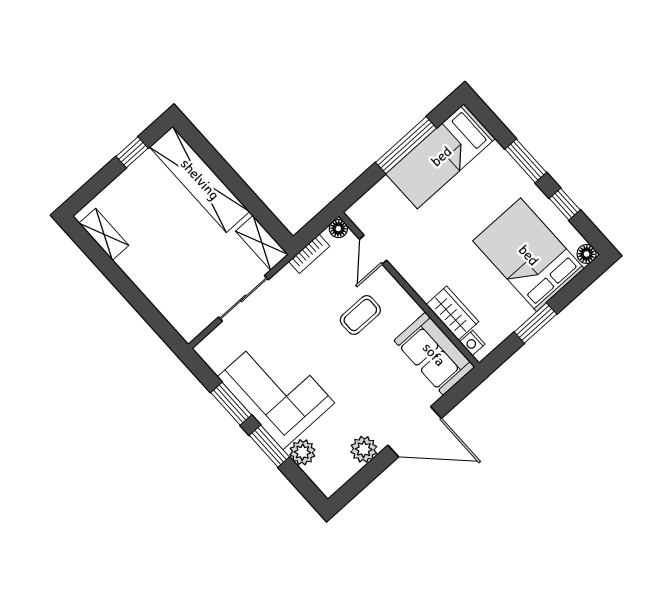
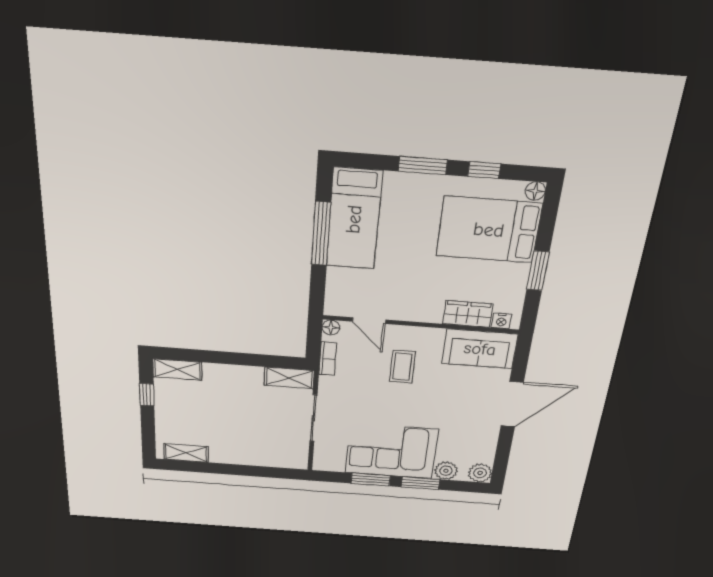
shelving: (200, 179) -> (177, 370), width x0.45, depth x0.75
plant: (364, 449) -> (480, 473), moved

